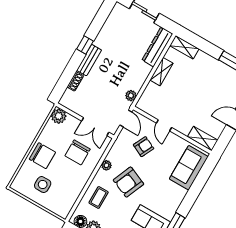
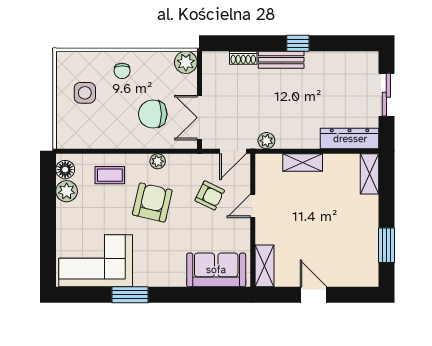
shelving: (162, 72) -> (303, 163), moved
chair: (42, 156) -> (122, 71), width x0.54, depth x0.54
armchair: (128, 182) -> (152, 202), turned 80

